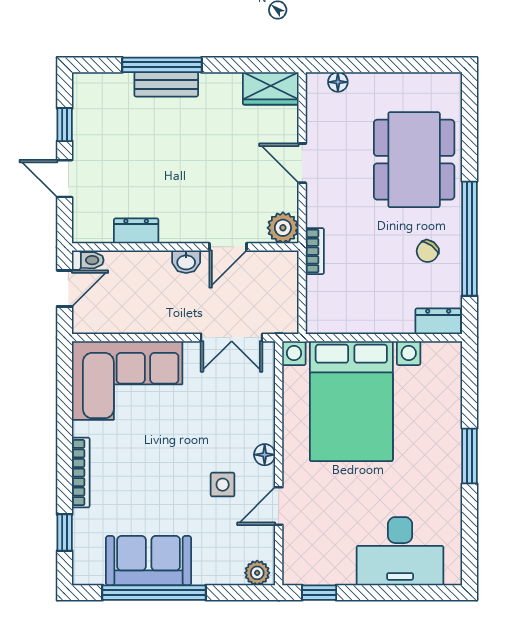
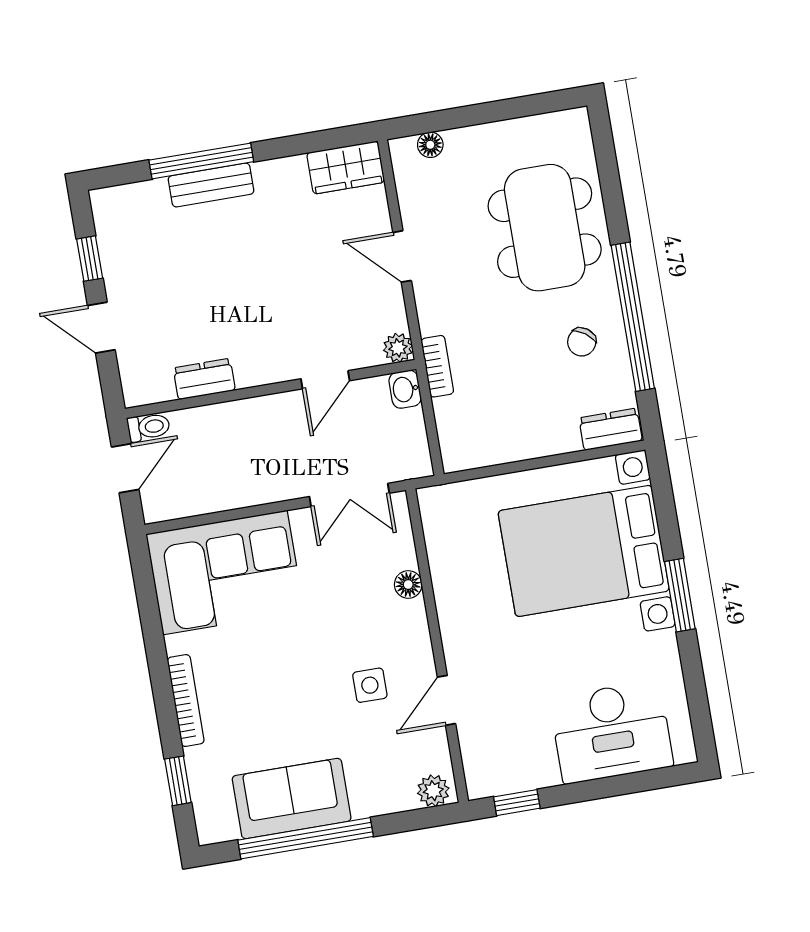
plant: (283, 228) -> (398, 348), width x0.73, depth x0.73
washbasin: (186, 262) -> (405, 389), moved, turned 90
bed with nightstands: (351, 401) -> (584, 551), moved, turned 90
floor lamp: (265, 455) -> (408, 584), moved

